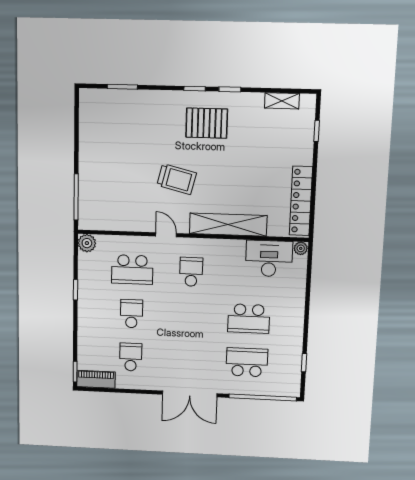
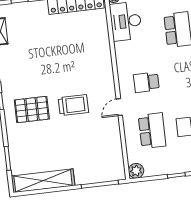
pallet: (207, 123) -> (32, 109), moved, turned 90
trolley: (177, 179) -> (73, 105), turned 76
shelving: (228, 225) -> (43, 181), moved, turned 90

